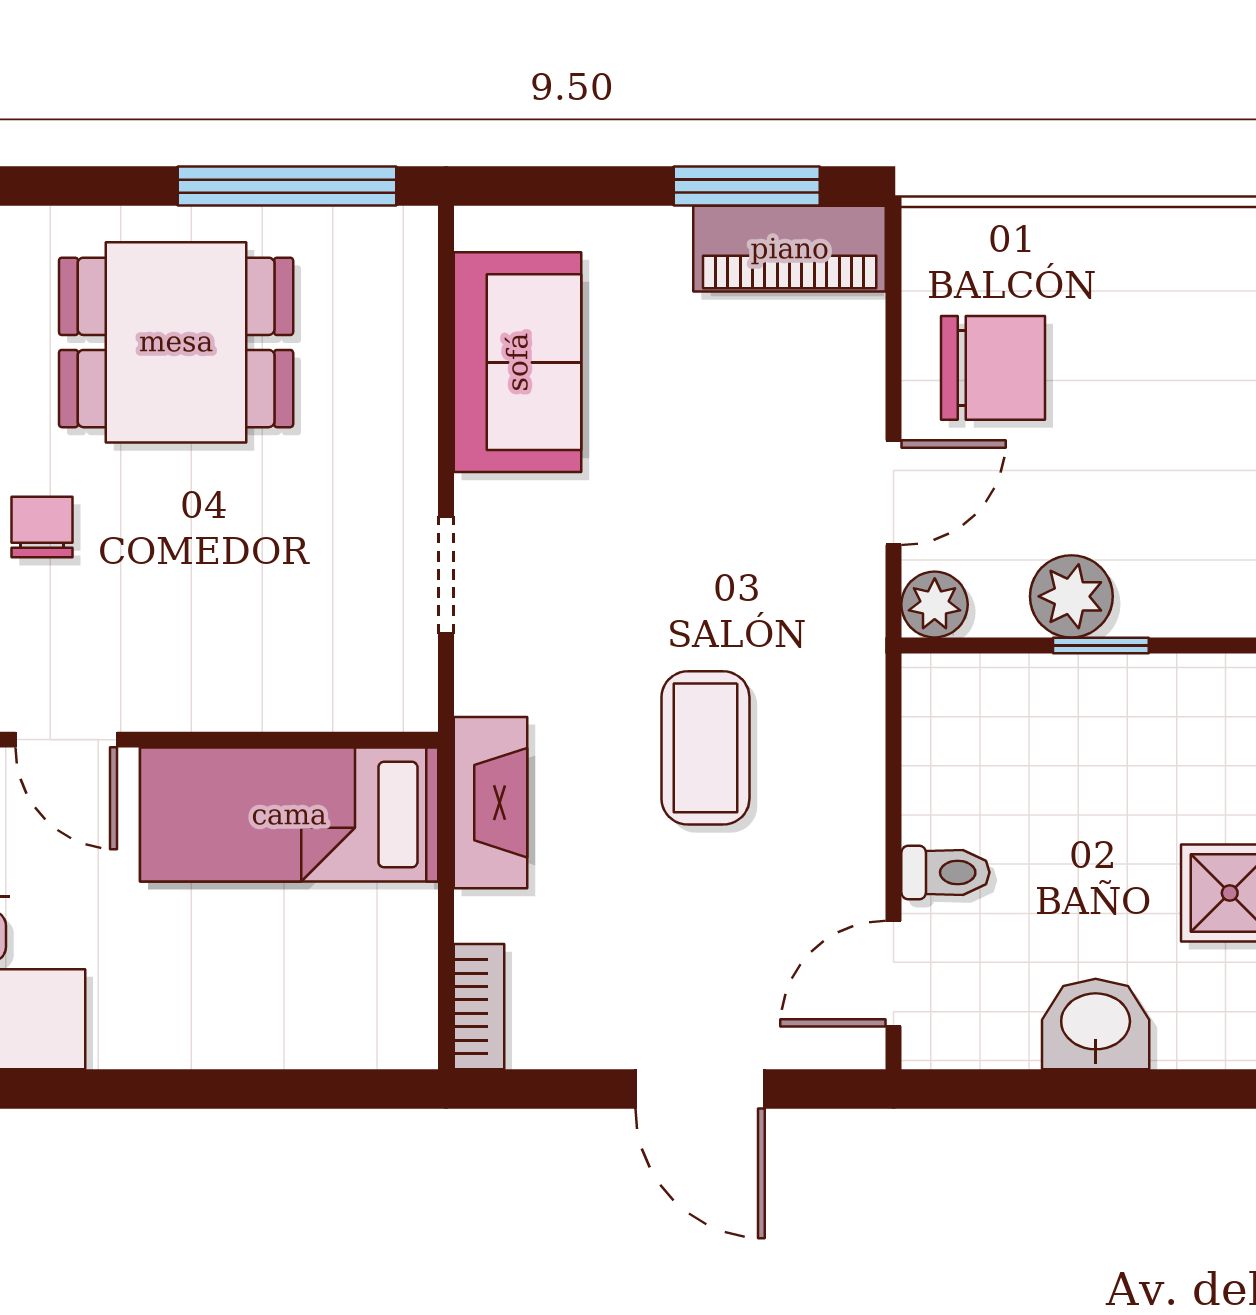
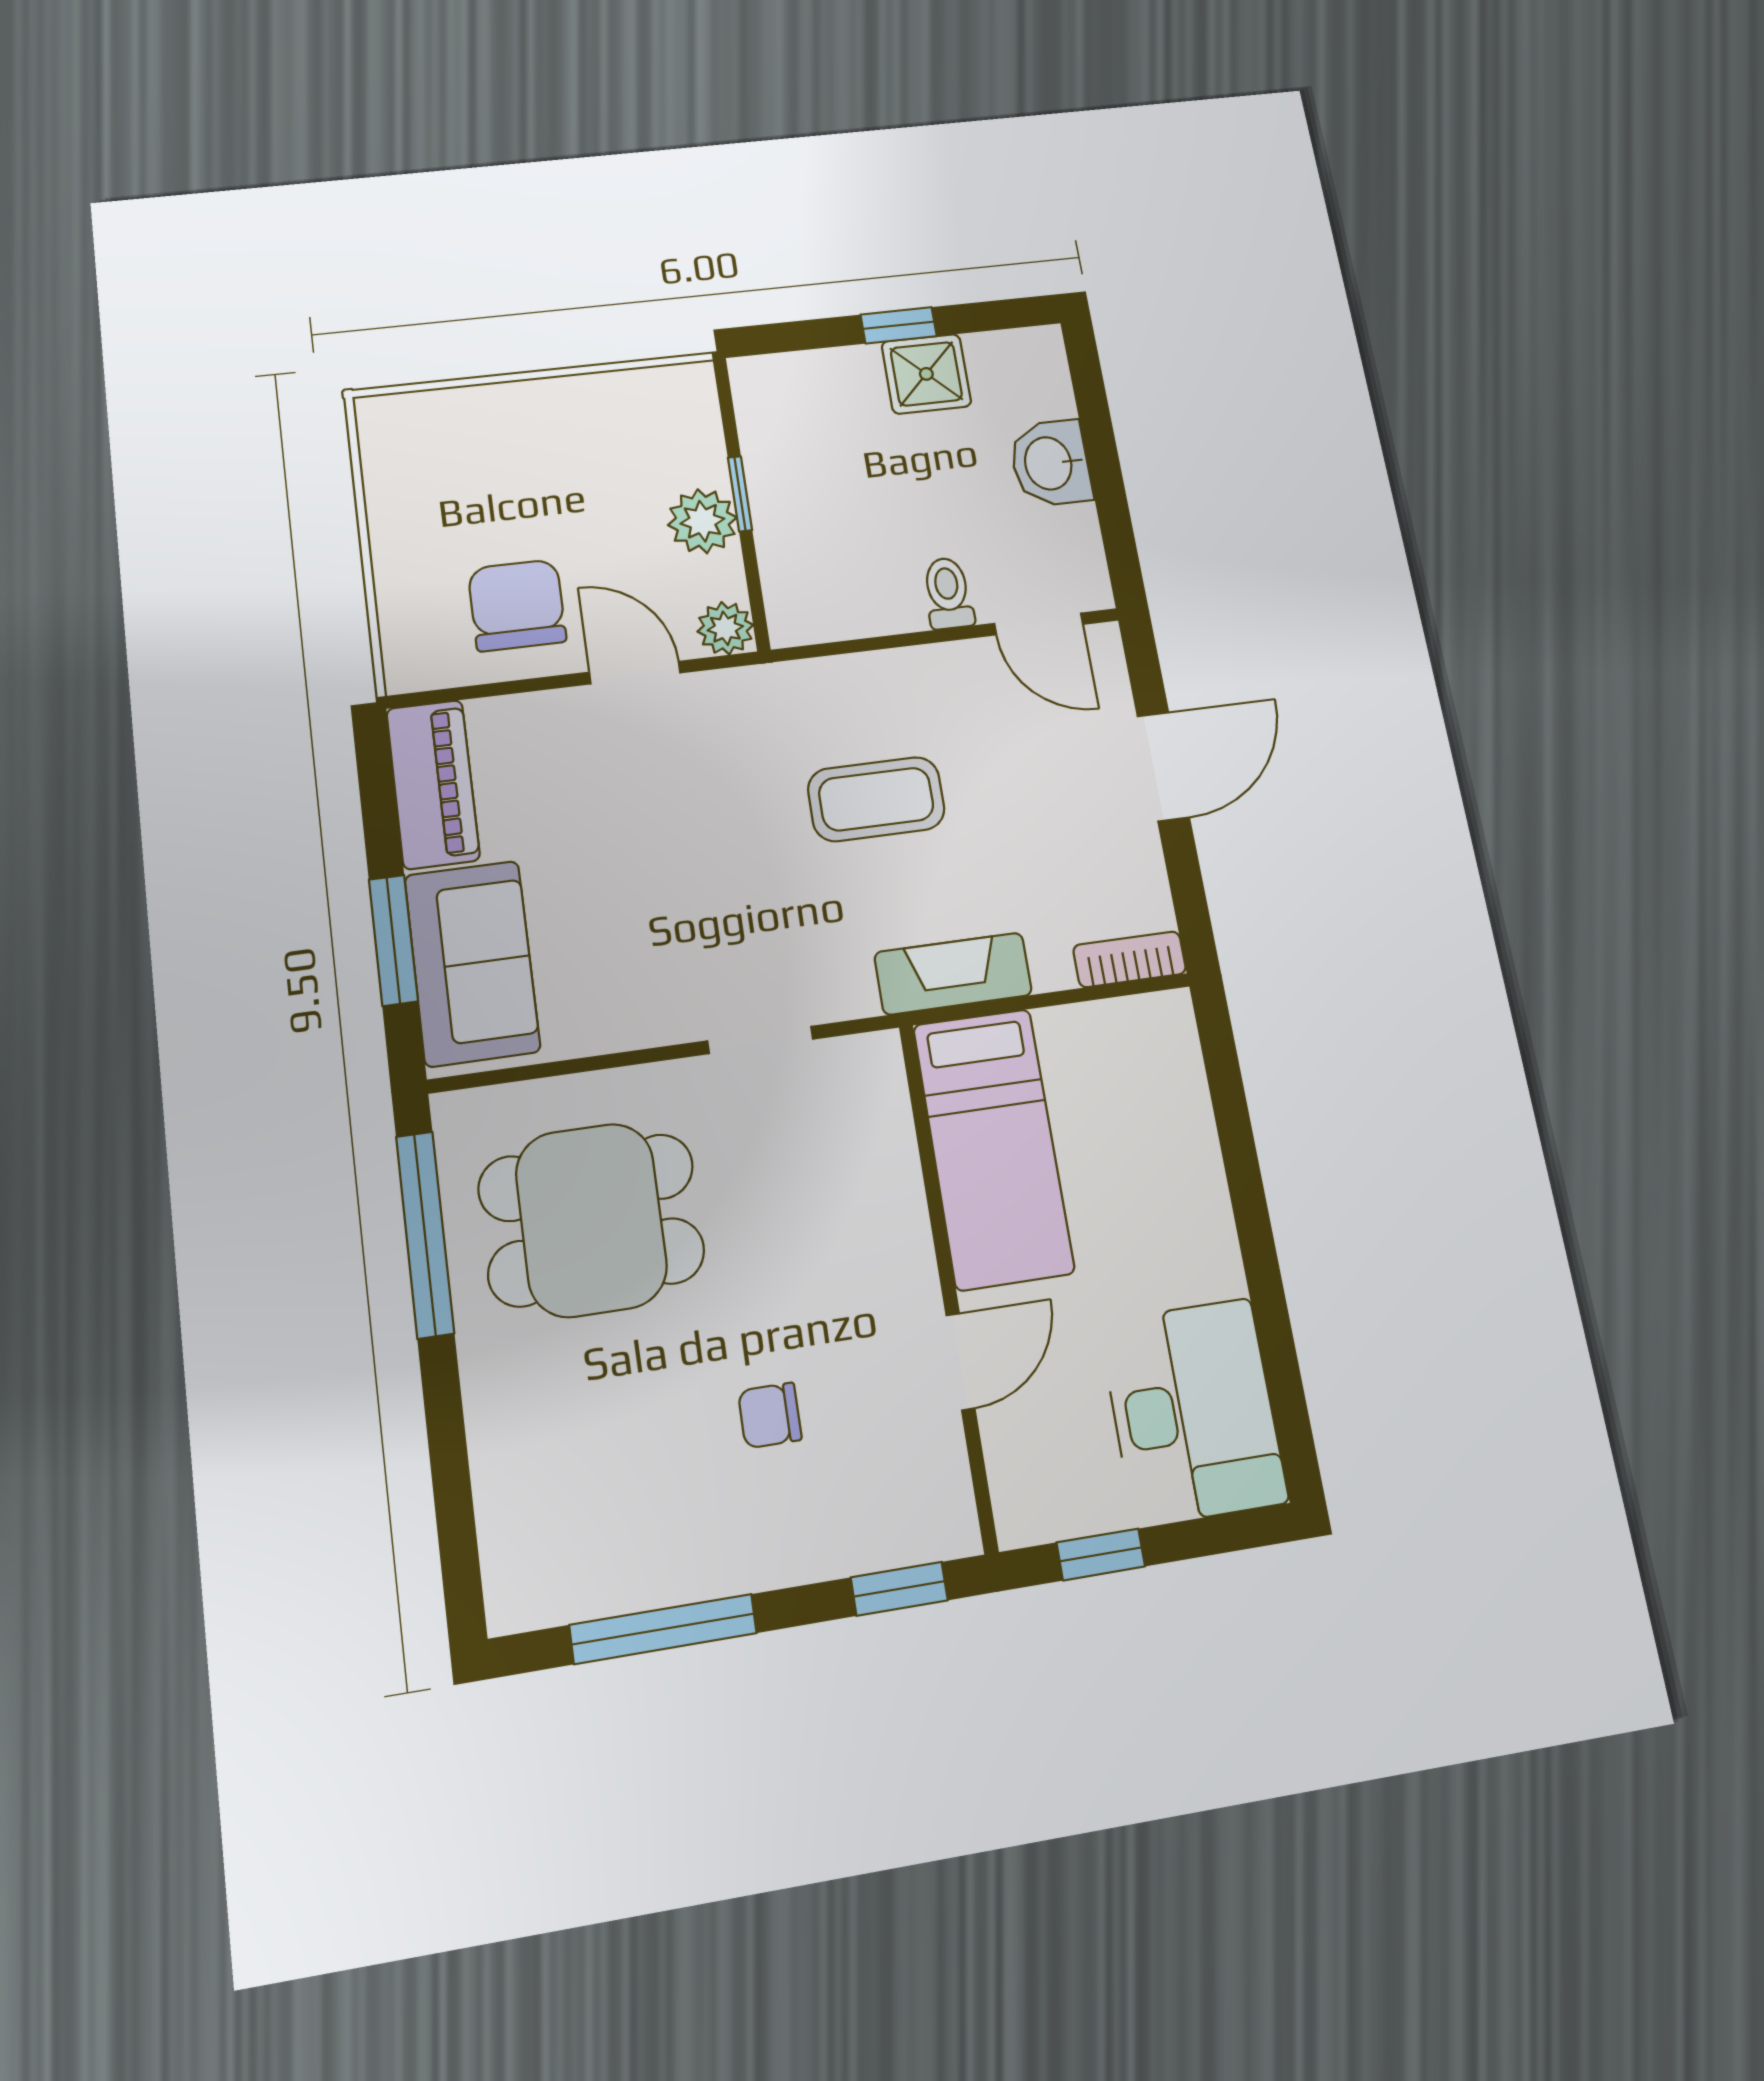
window: (747, 186) -> (393, 940), moved
dining table: (176, 342) -> (591, 1220), moved, turned 90
sofa: (518, 362) -> (472, 963), moved, turned 90

